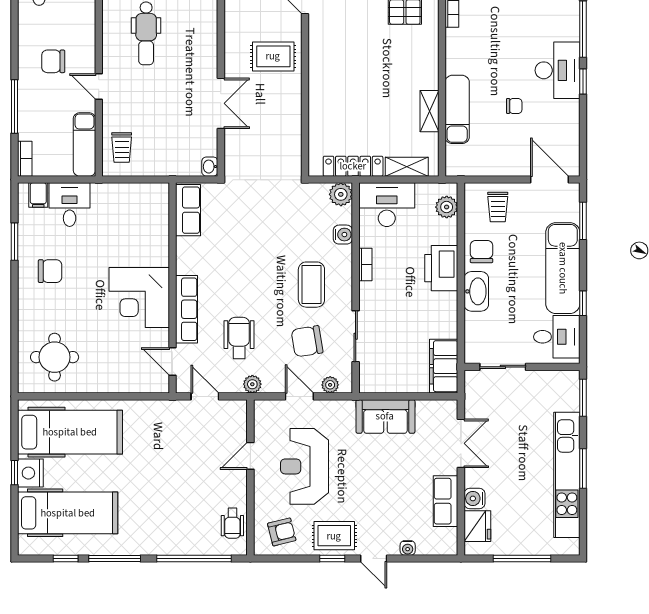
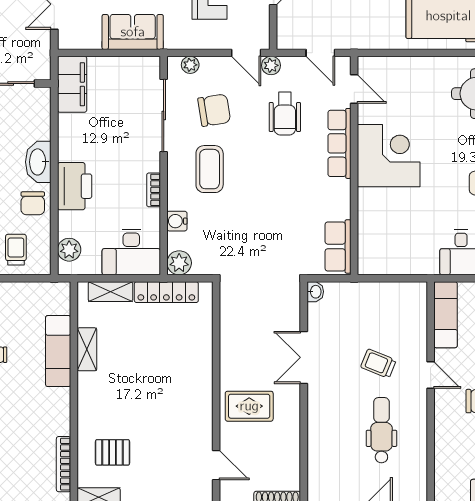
trolley: (122, 147) -> (378, 364), moved, turned -68
sliding door: (356, 336) -> (164, 115), width x1.37
door: (299, 396) -> (246, 53), moved

